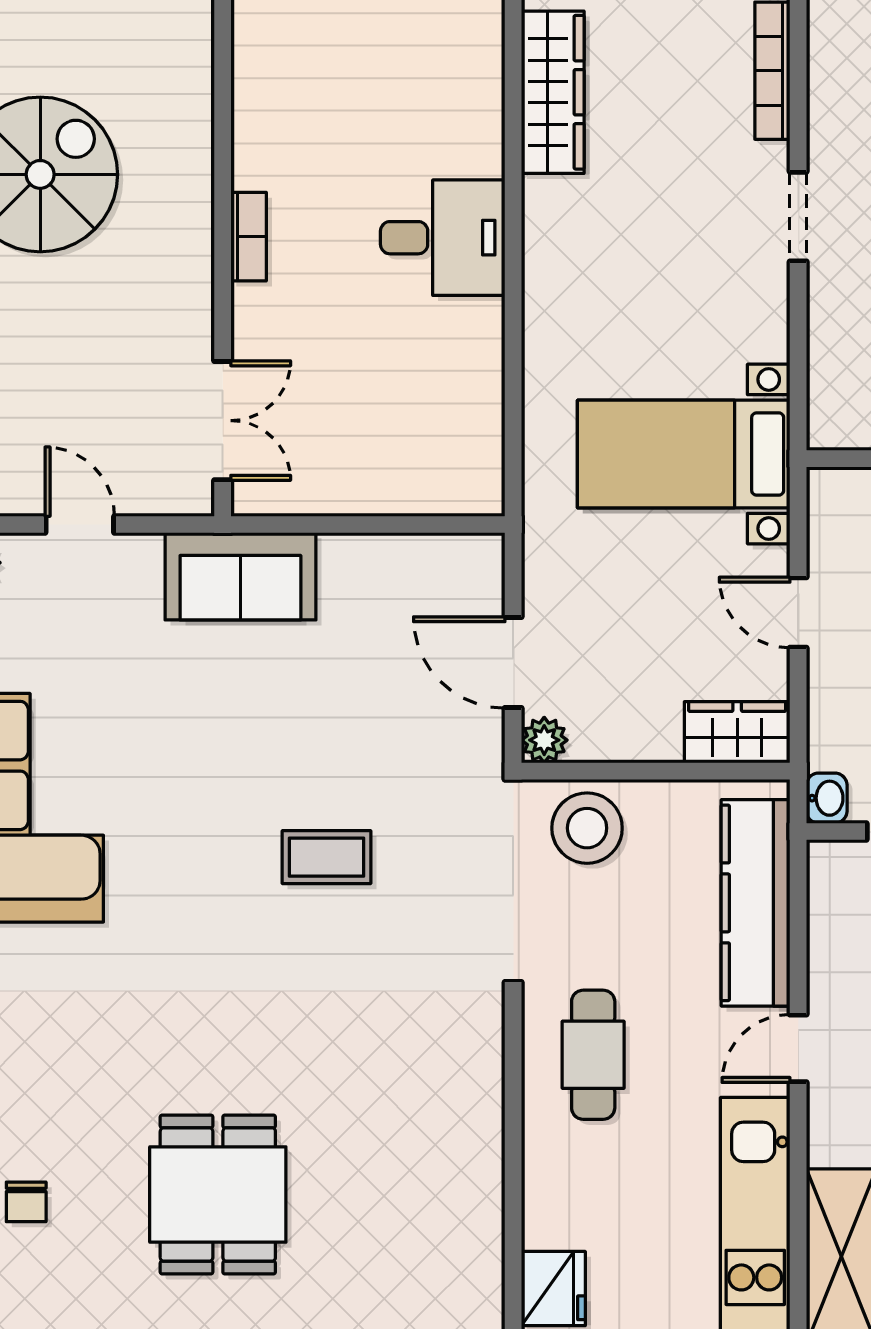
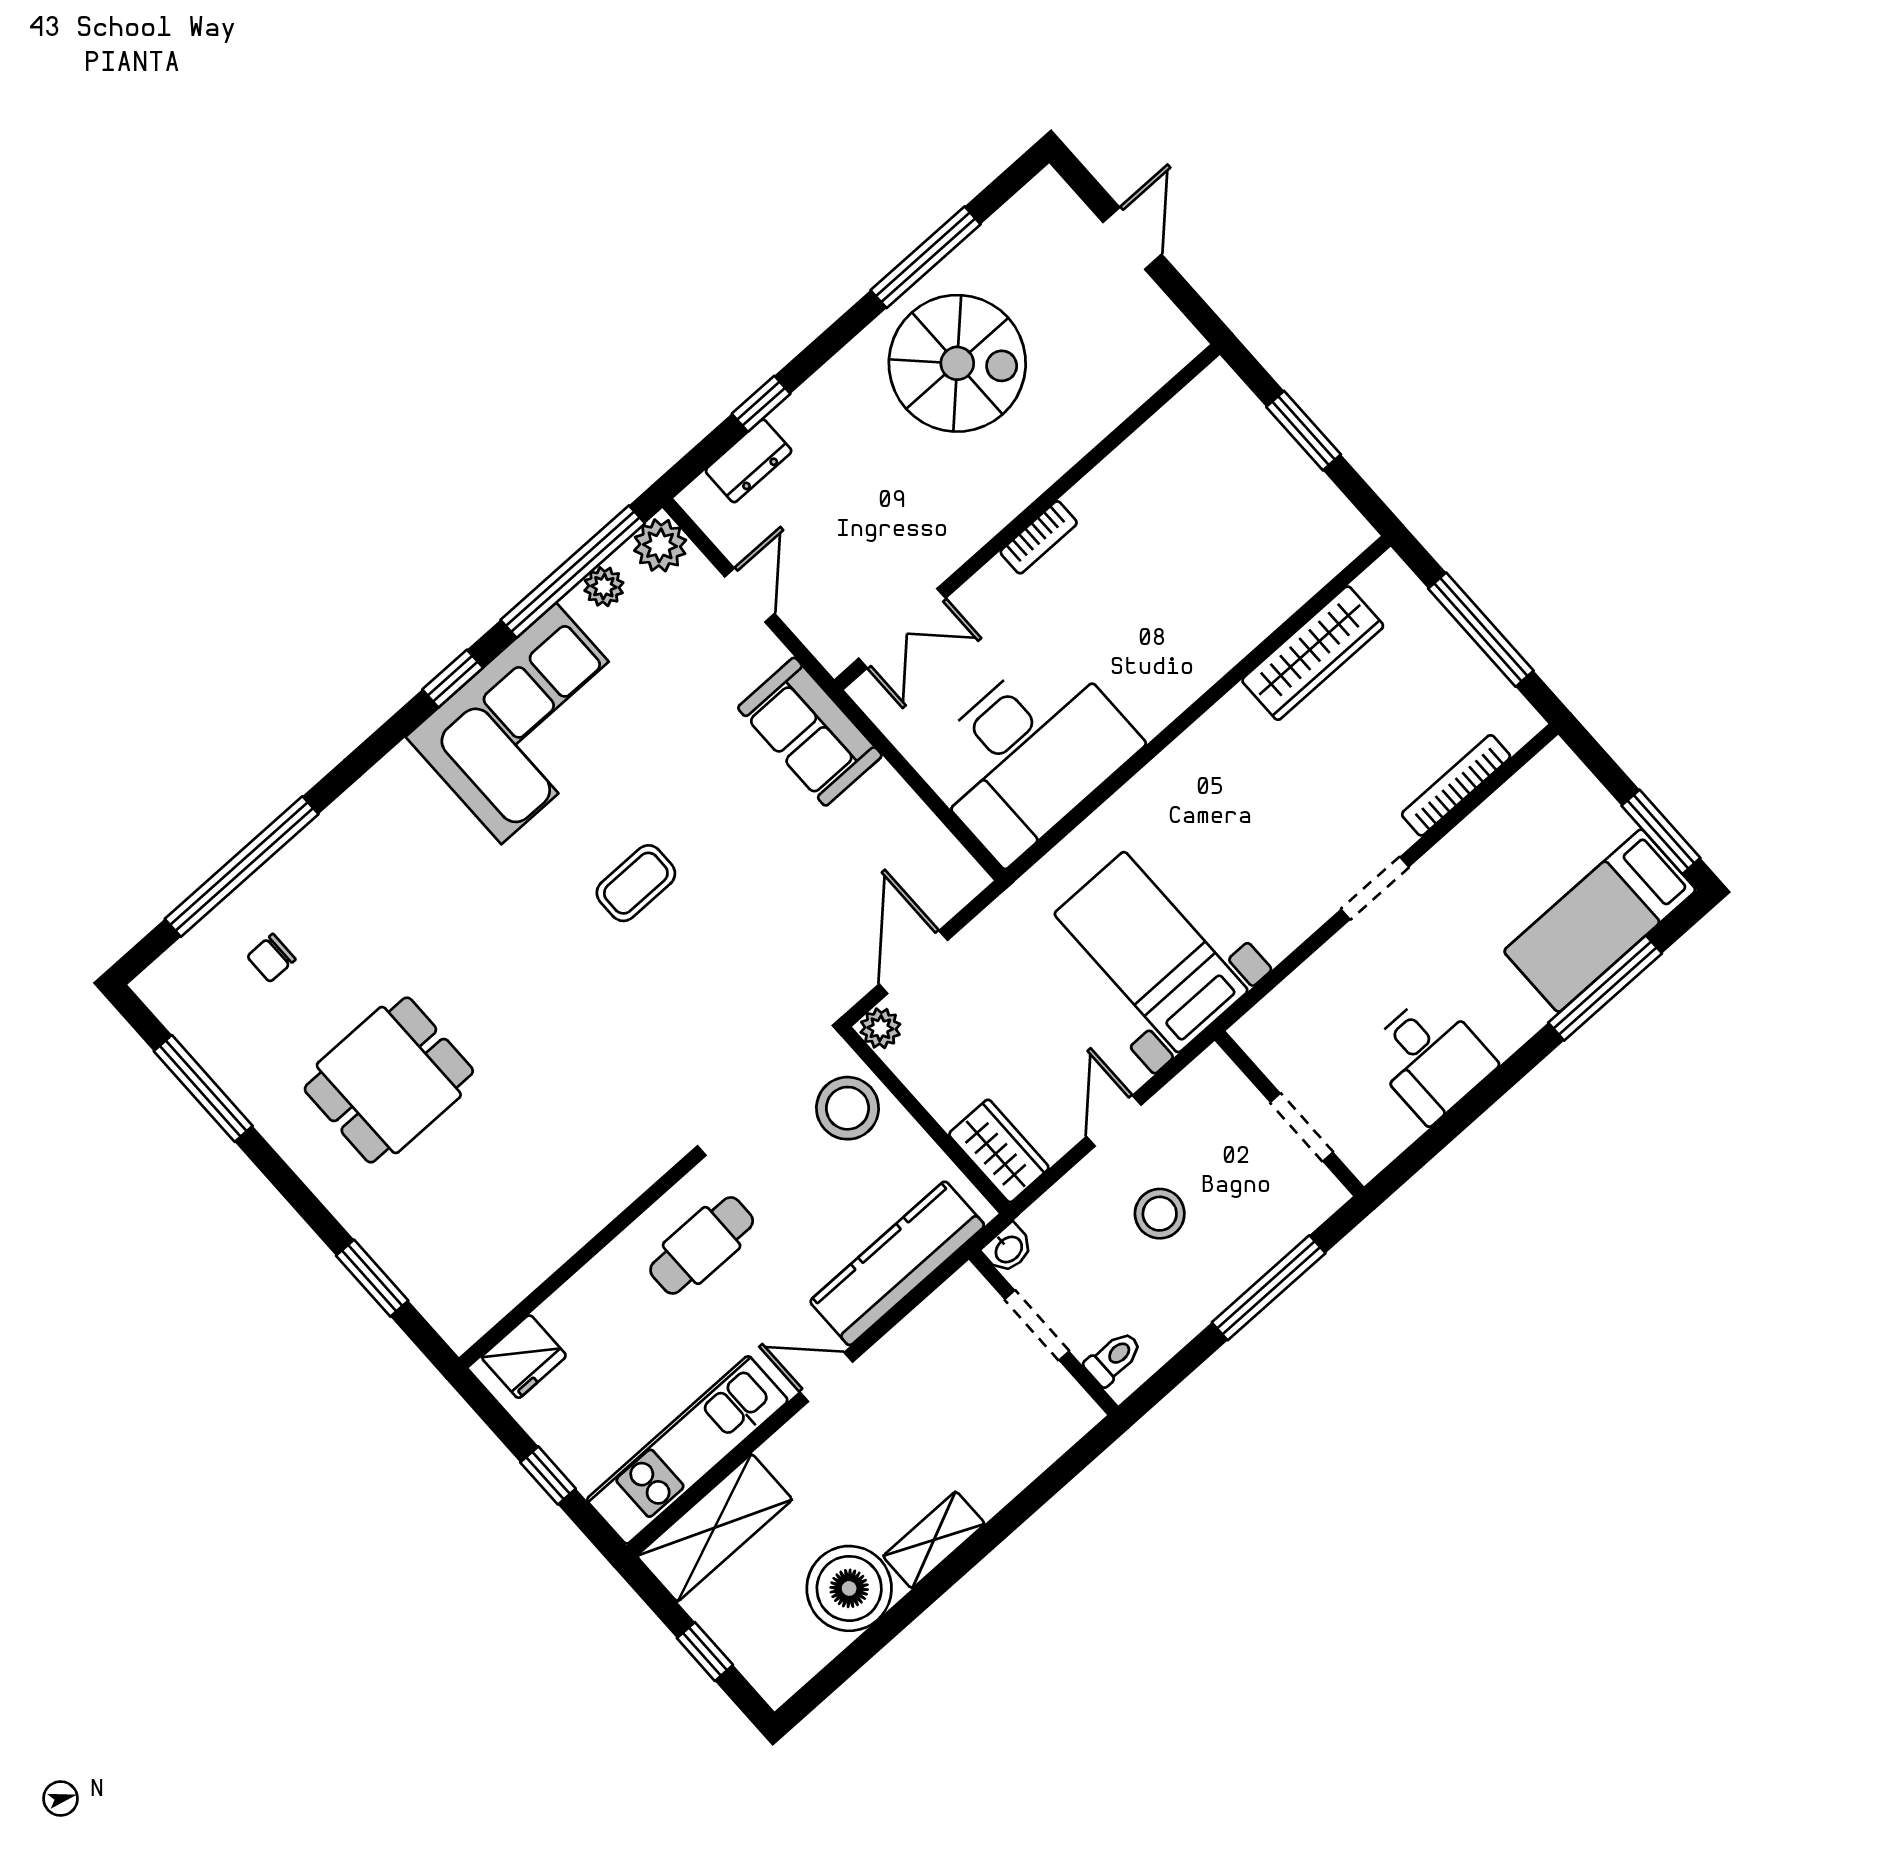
desk: (443, 238) -> (1029, 754), moved, width x1.87, depth x1.30
coffee table: (327, 857) -> (636, 883), moved, turned 90

